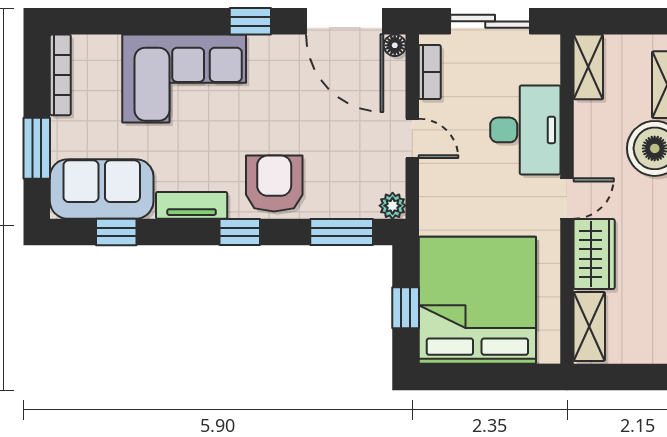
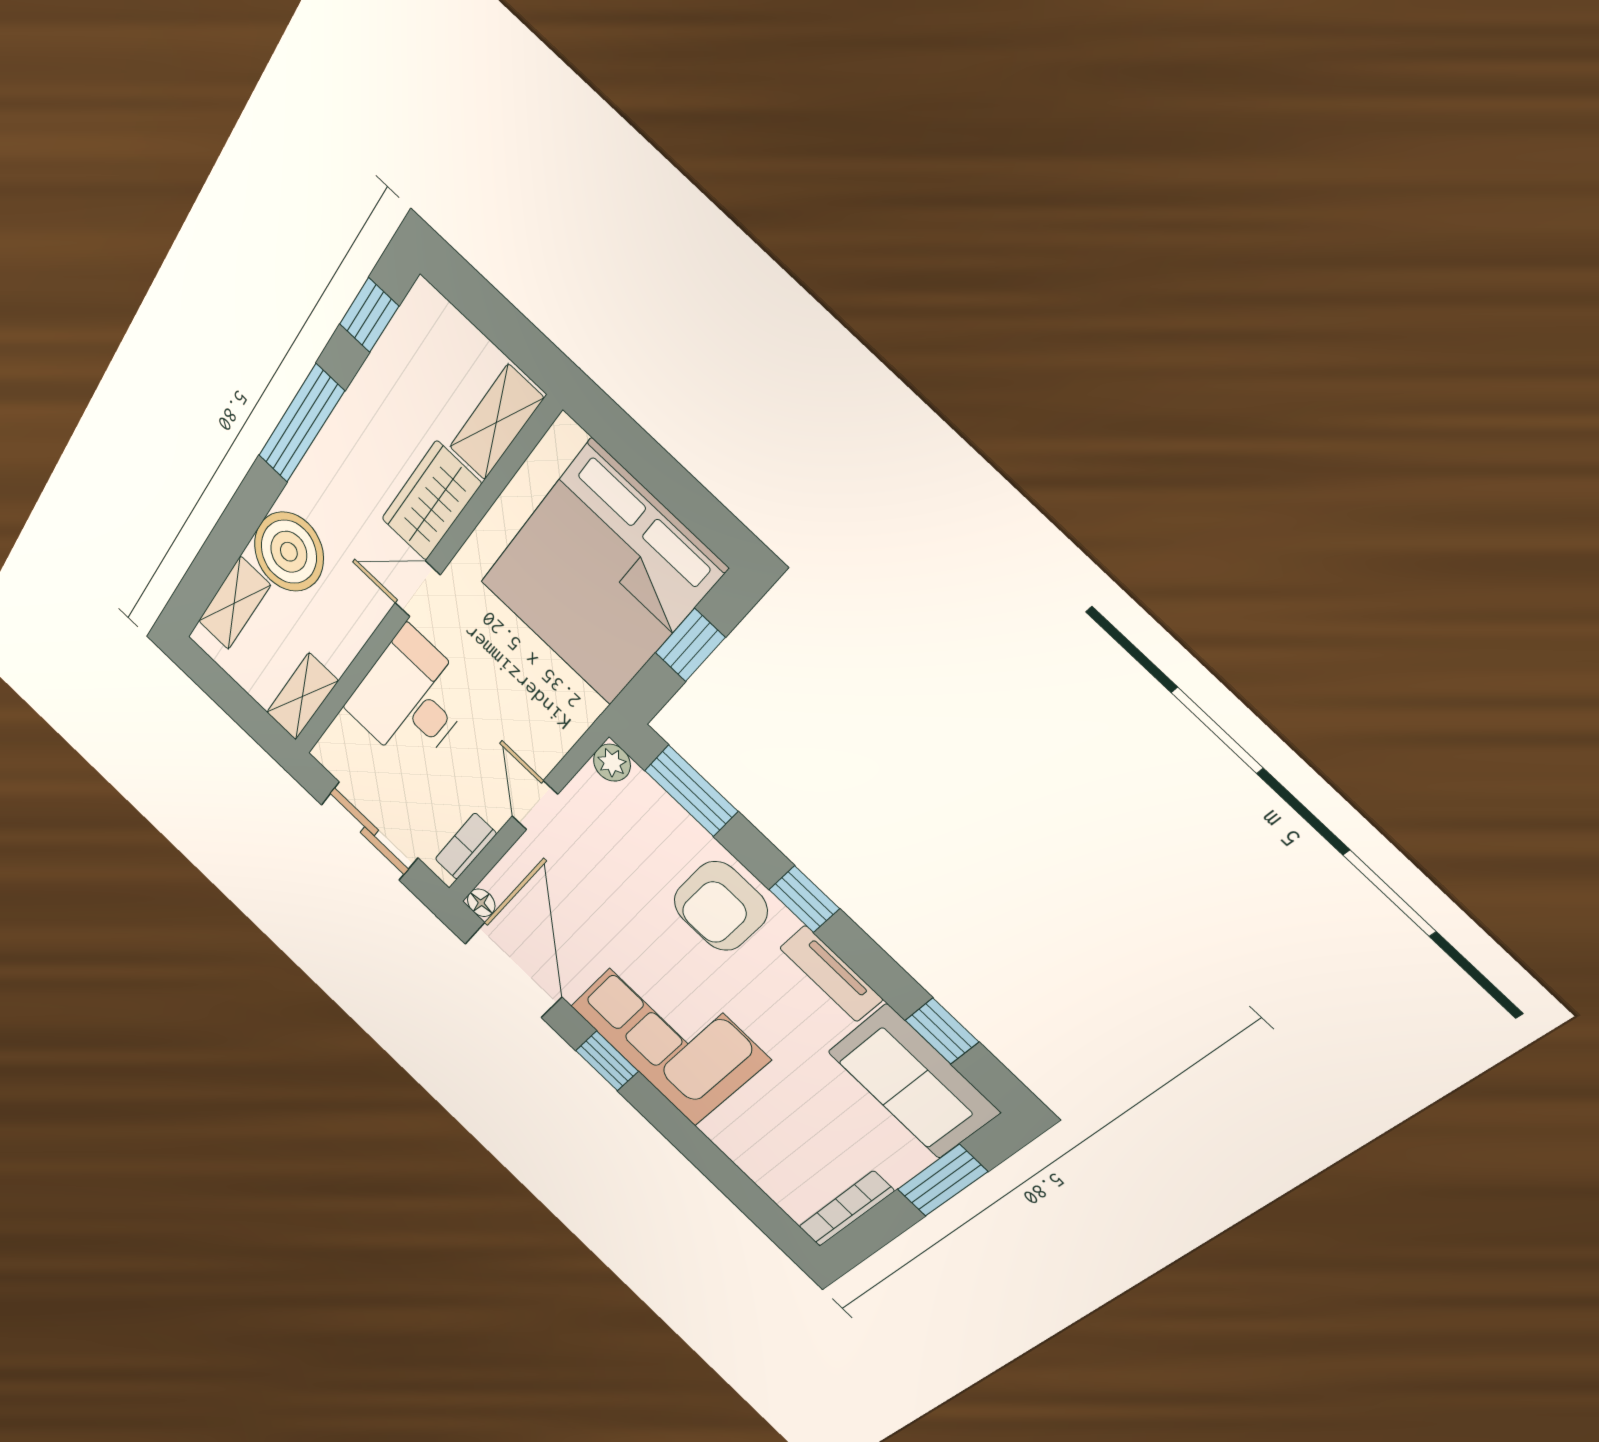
corner sofa: (184, 78) -> (669, 1033), moved

